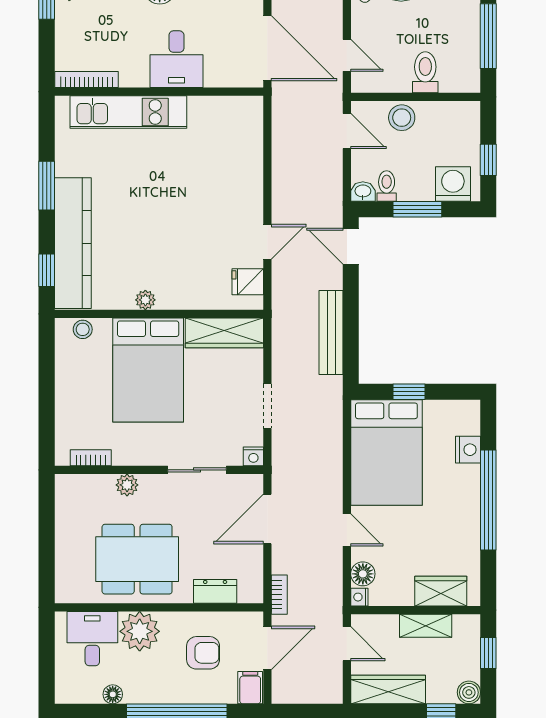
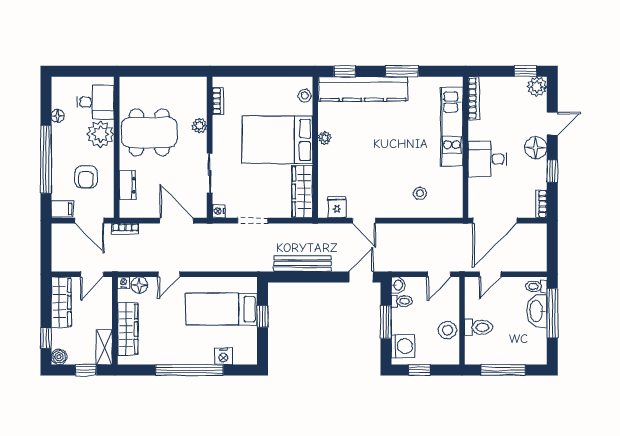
stool: (402, 118) -> (447, 330), moved
stool: (227, 159) -> (420, 193), added
bed: (386, 453) -> (221, 309), width x0.67
dining table: (137, 559) -> (149, 132), turned 90
wardrobe: (441, 591) -> (128, 329), width x1.50
shelving: (426, 626) -> (104, 347), moved

